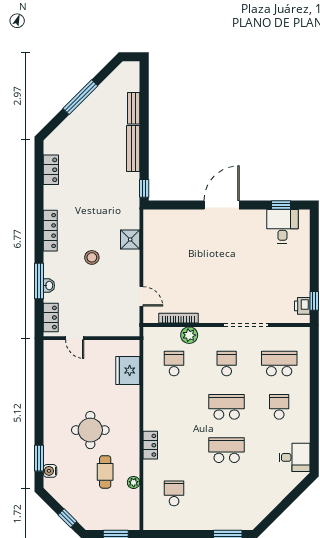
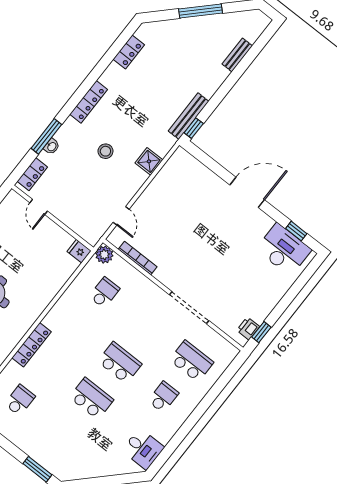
bench: (133, 149) -> (189, 116), moved
desk: (282, 226) -> (284, 250), width x1.37
plant: (189, 335) -> (104, 255), moved
school desk: (227, 363) -> (148, 327), removed
fridge: (128, 370) -> (79, 251), moved, width x0.53, depth x0.75
locker: (150, 445) -> (32, 345), width x1.53

